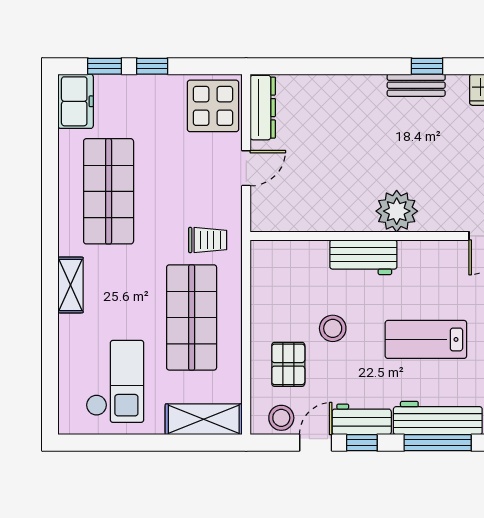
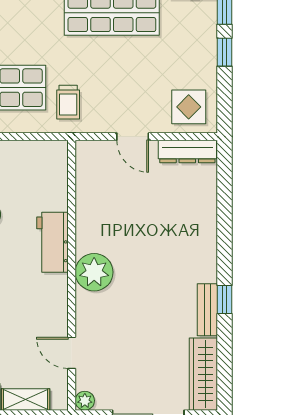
bench: (416, 85) -> (207, 310), moved
display table: (213, 106) -> (189, 107), width x0.73, depth x0.73

